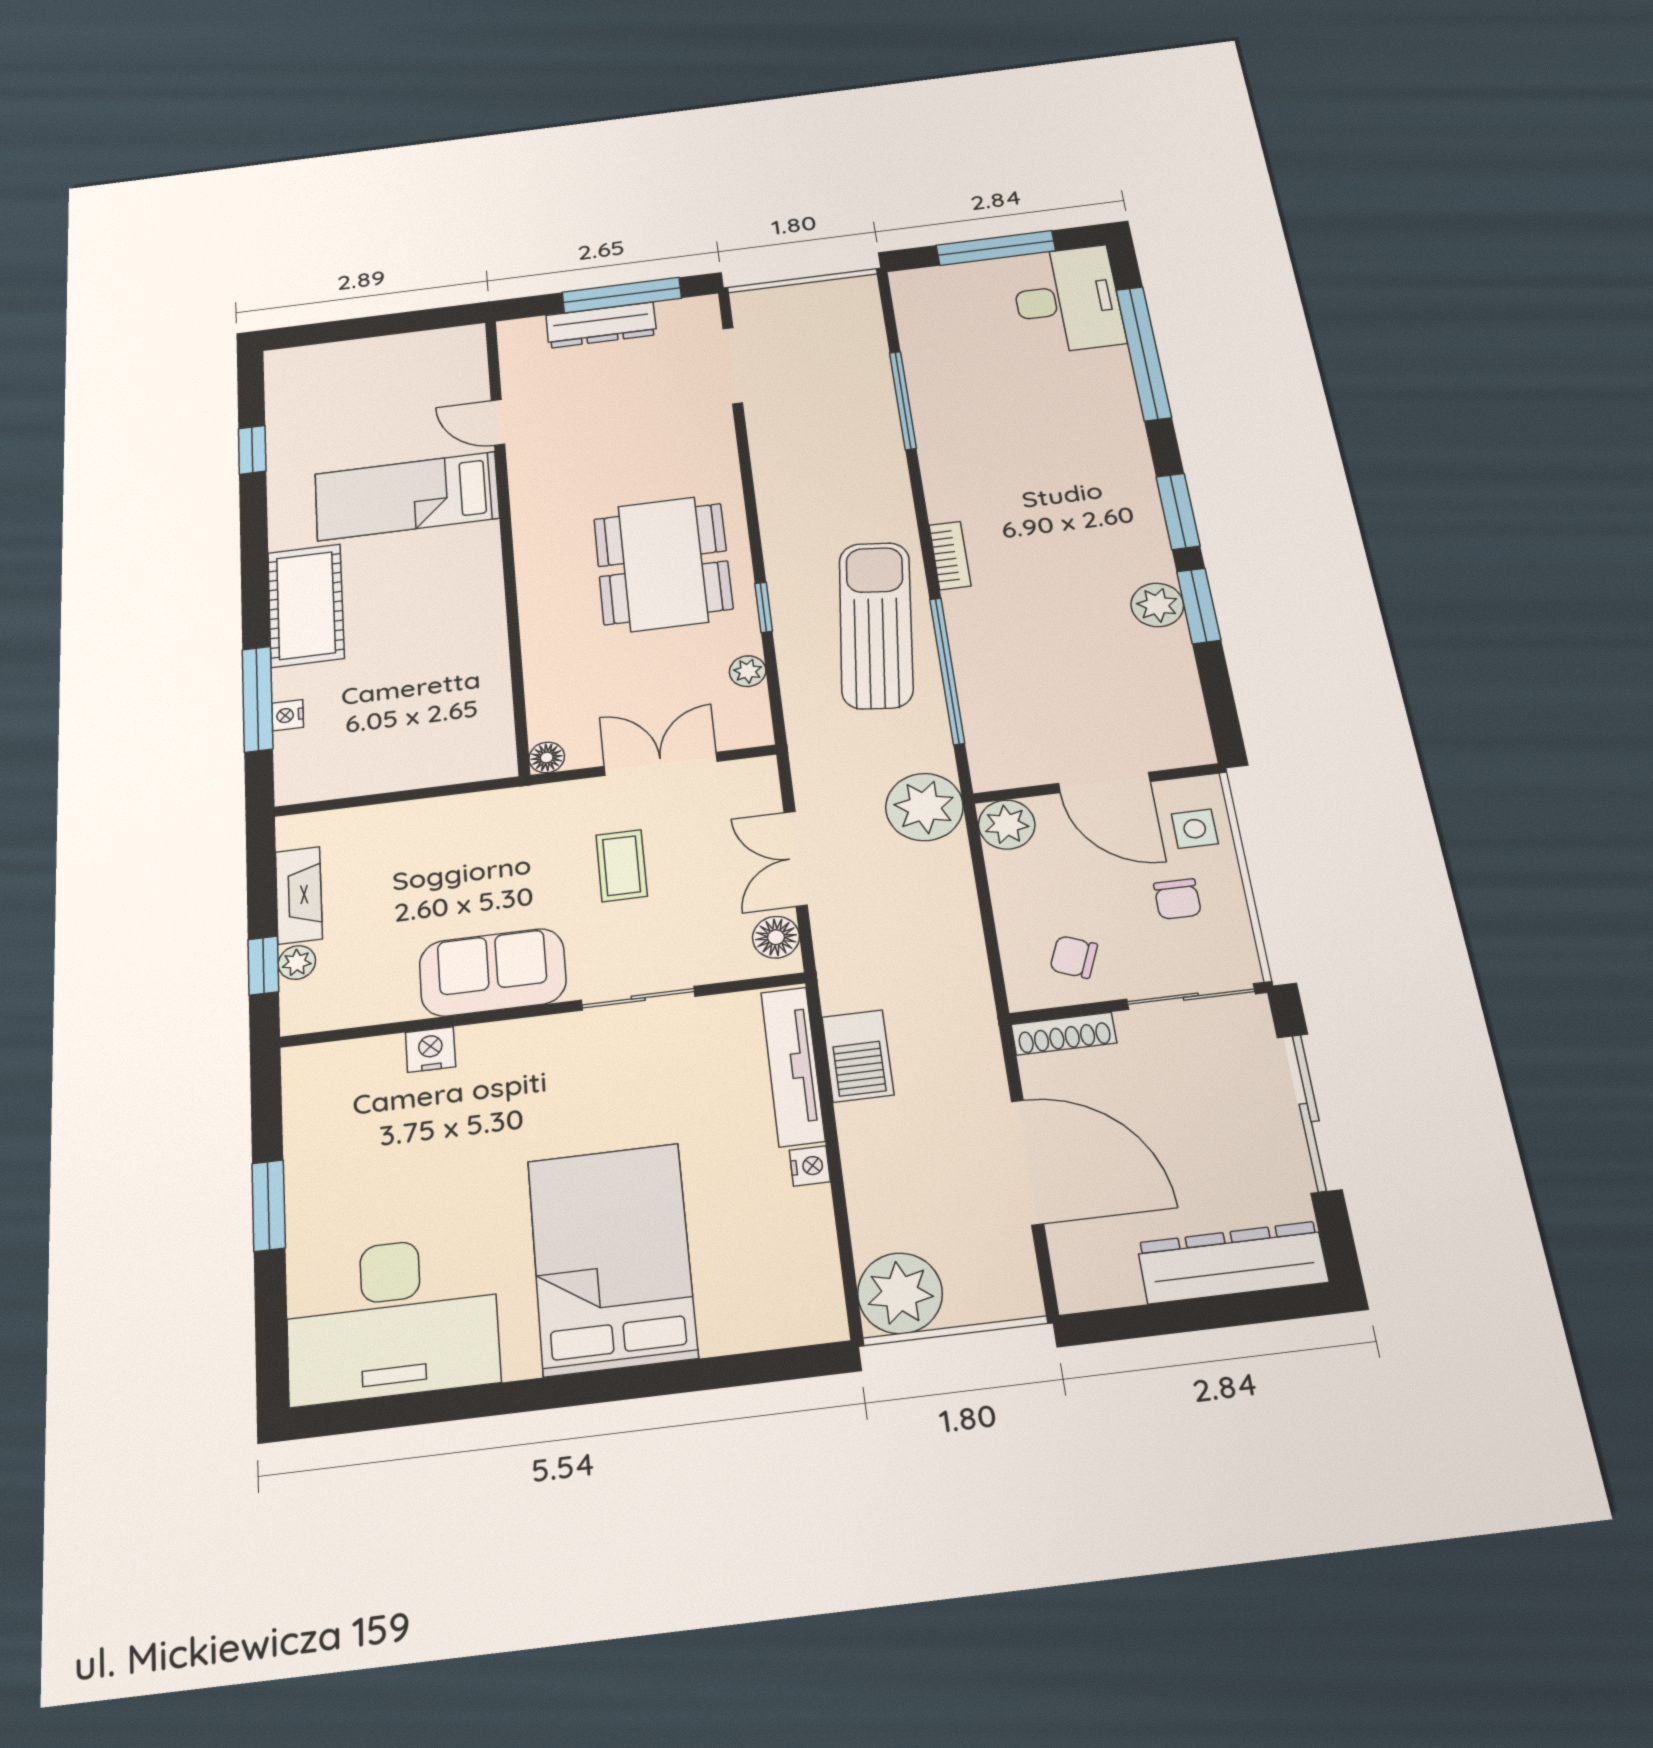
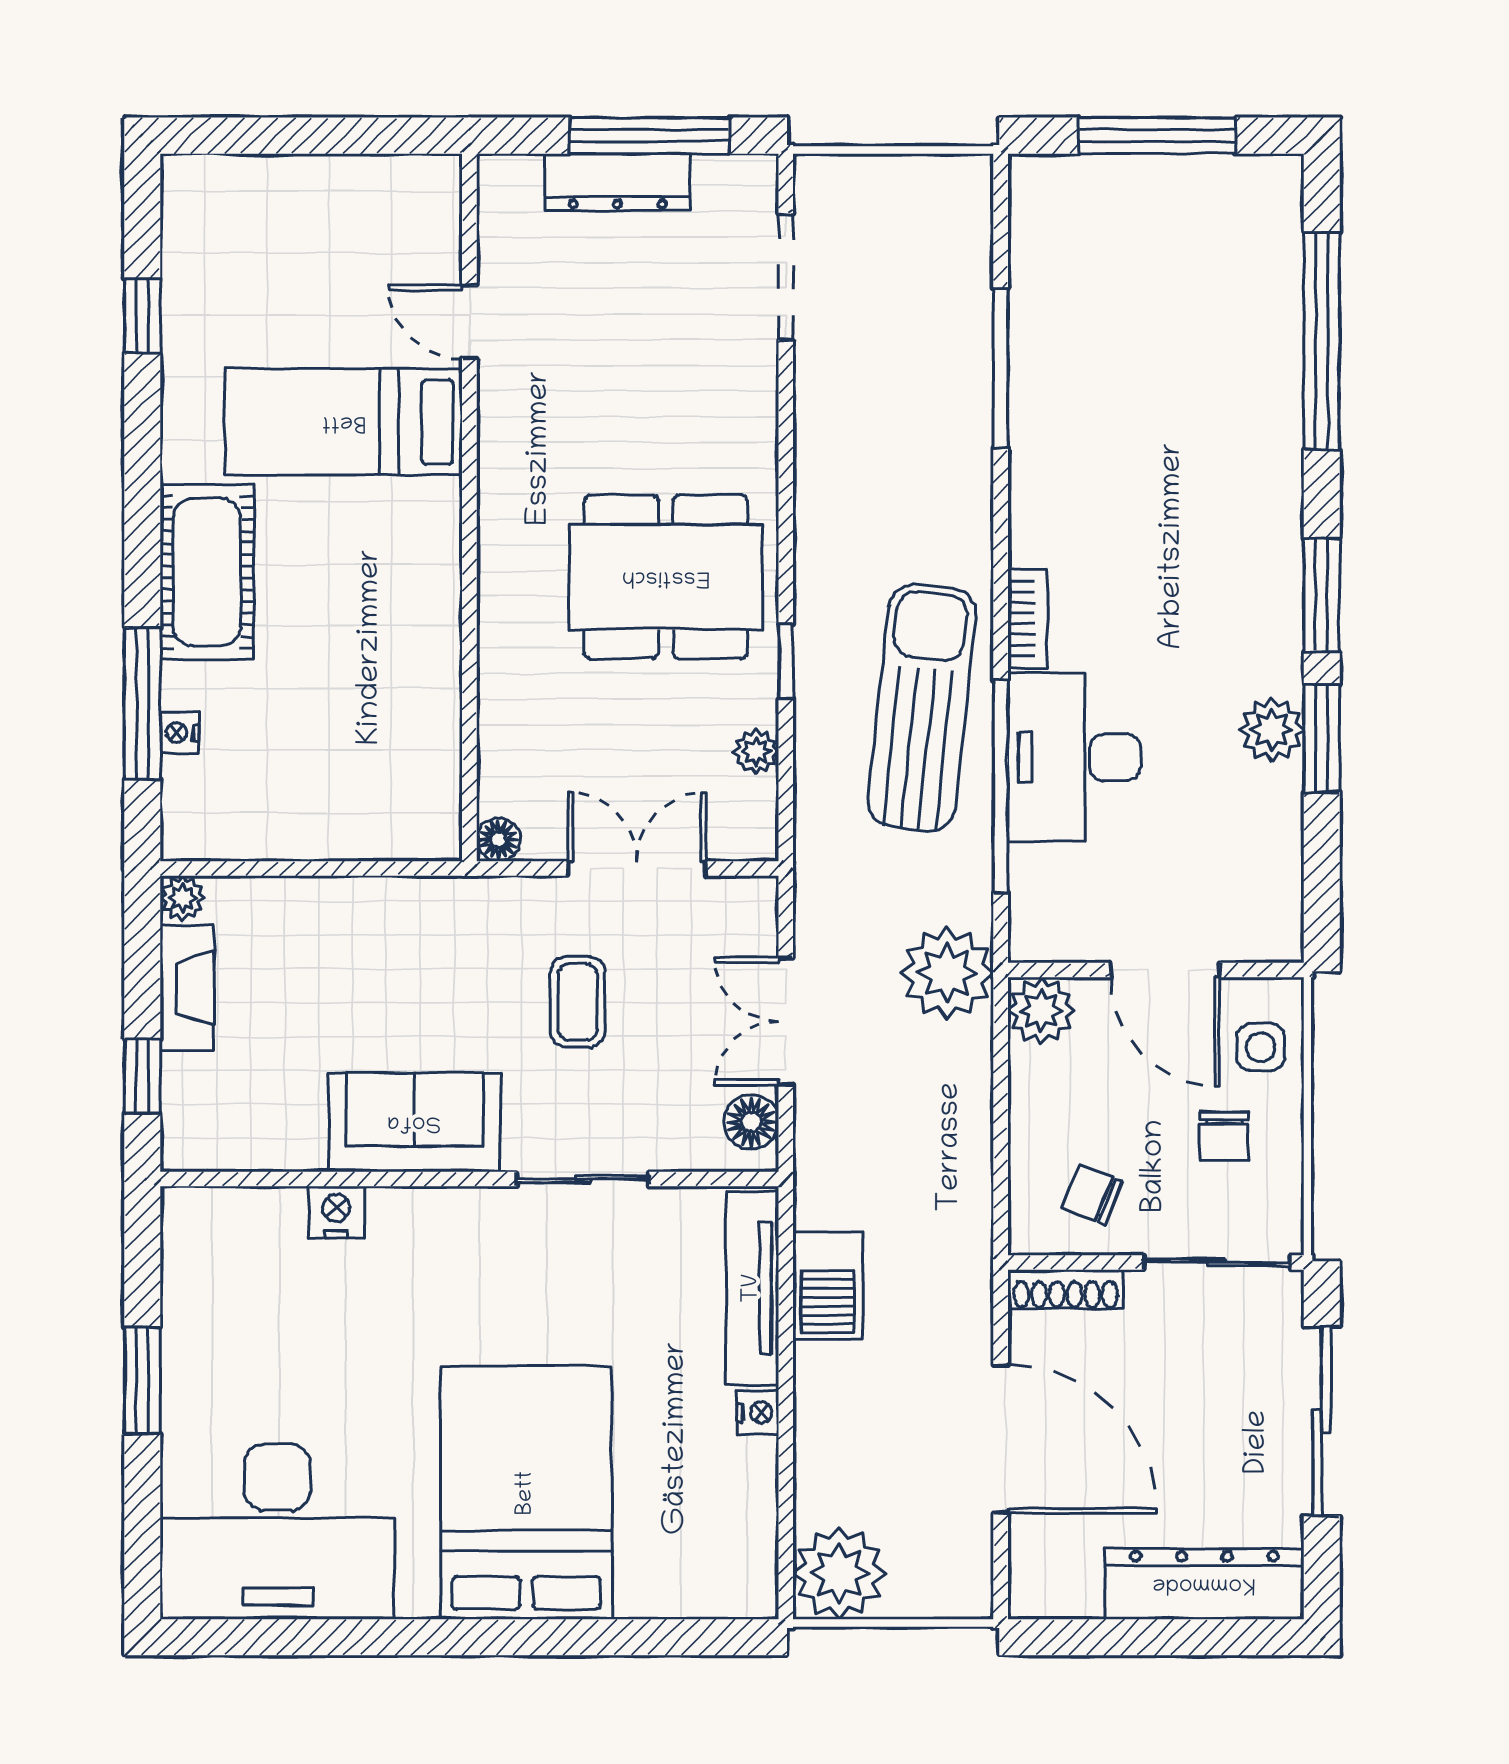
desk: (1067, 300) -> (1074, 757), moved, turned 180
dining table: (663, 564) -> (666, 577), turned 90
plant: (297, 963) -> (182, 898), moved

